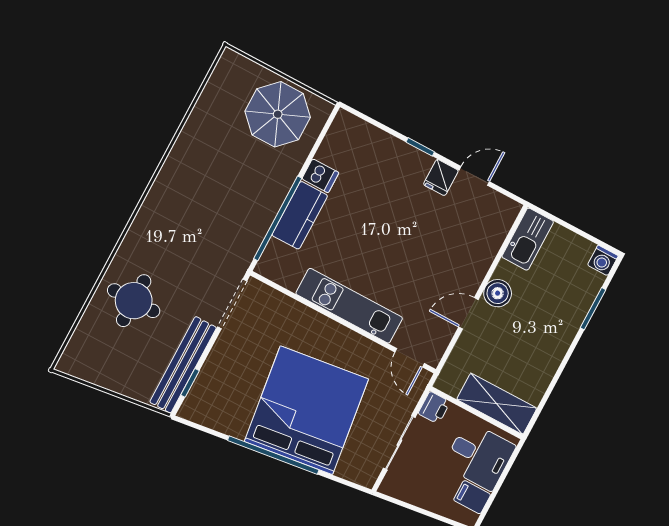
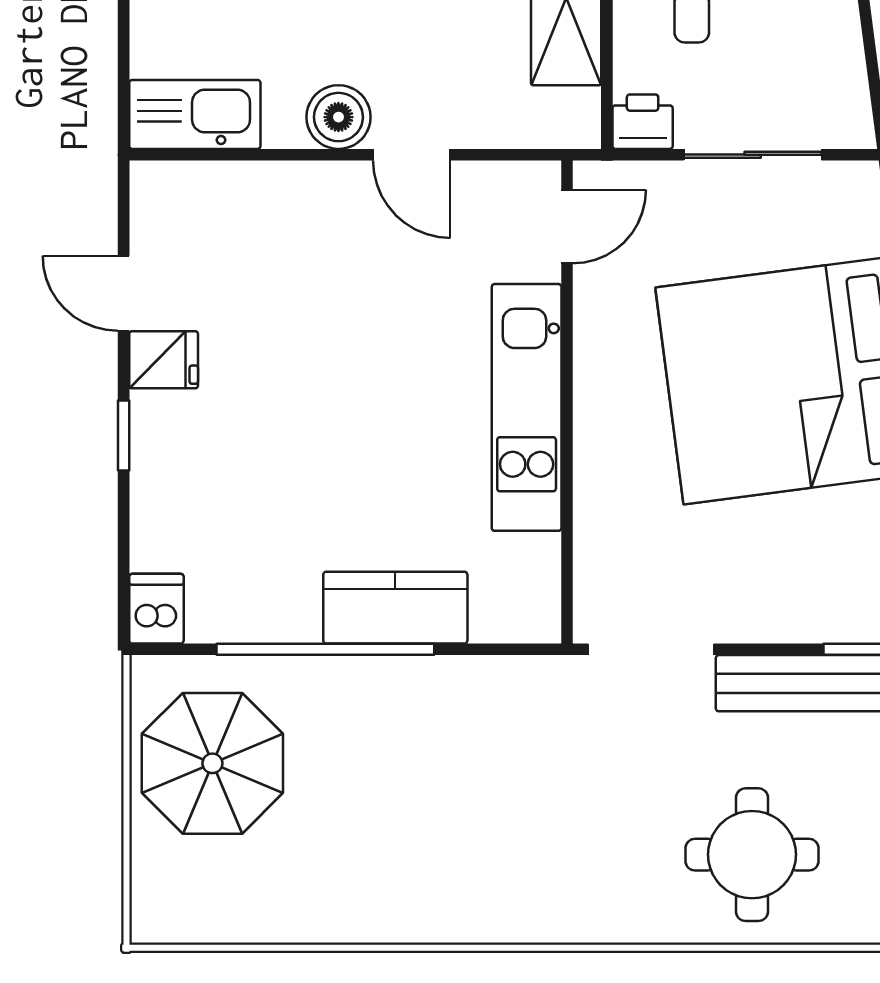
dishwasher: (320, 176) -> (156, 609), moved
window: (278, 218) -> (325, 649), moved

